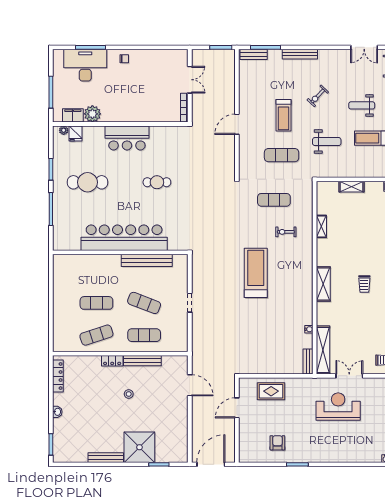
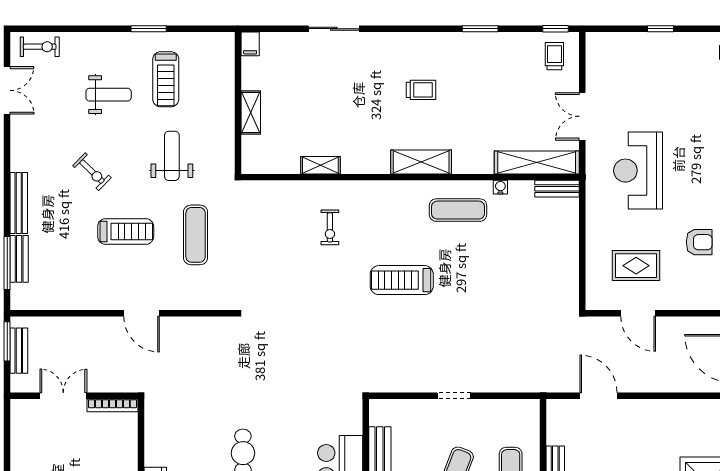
bench: (215, 54) -> (19, 351), added
bench: (254, 54) -> (19, 259), moved
weight bench: (362, 105) -> (109, 95), turned -90
exercise mat: (274, 200) -> (458, 210), moved, turned 90
treadmill: (256, 273) -> (402, 280), width x0.73, depth x0.73
door: (190, 385) -> (599, 396), hinge flipped
rug: (271, 391) -> (636, 266), moved, turned 90
reception desk: (338, 407) -> (638, 171), moved
armchair: (277, 443) -> (699, 242), turned 180

